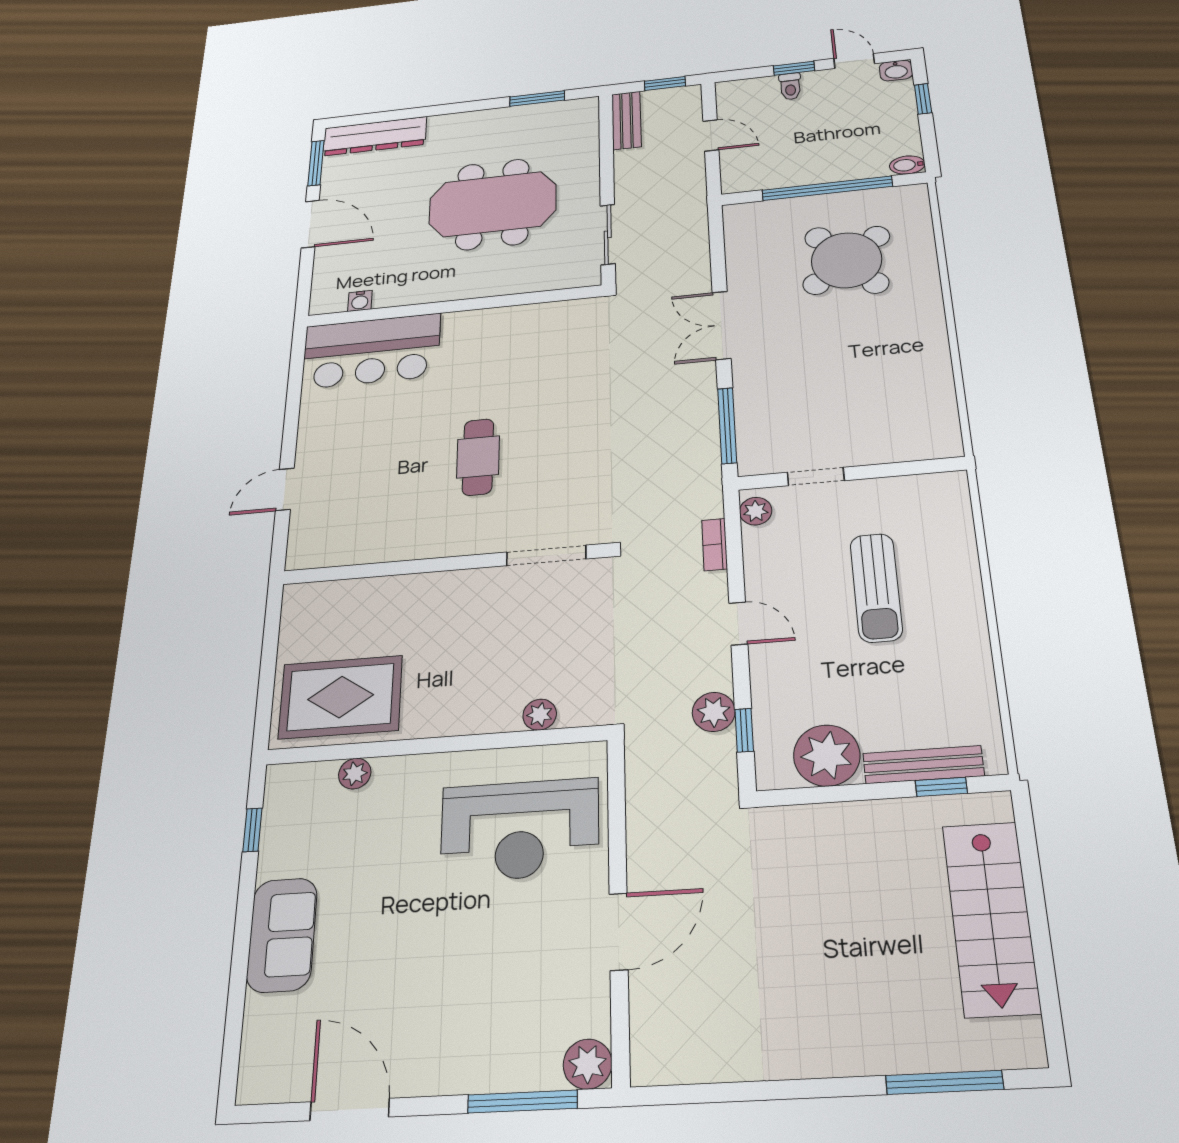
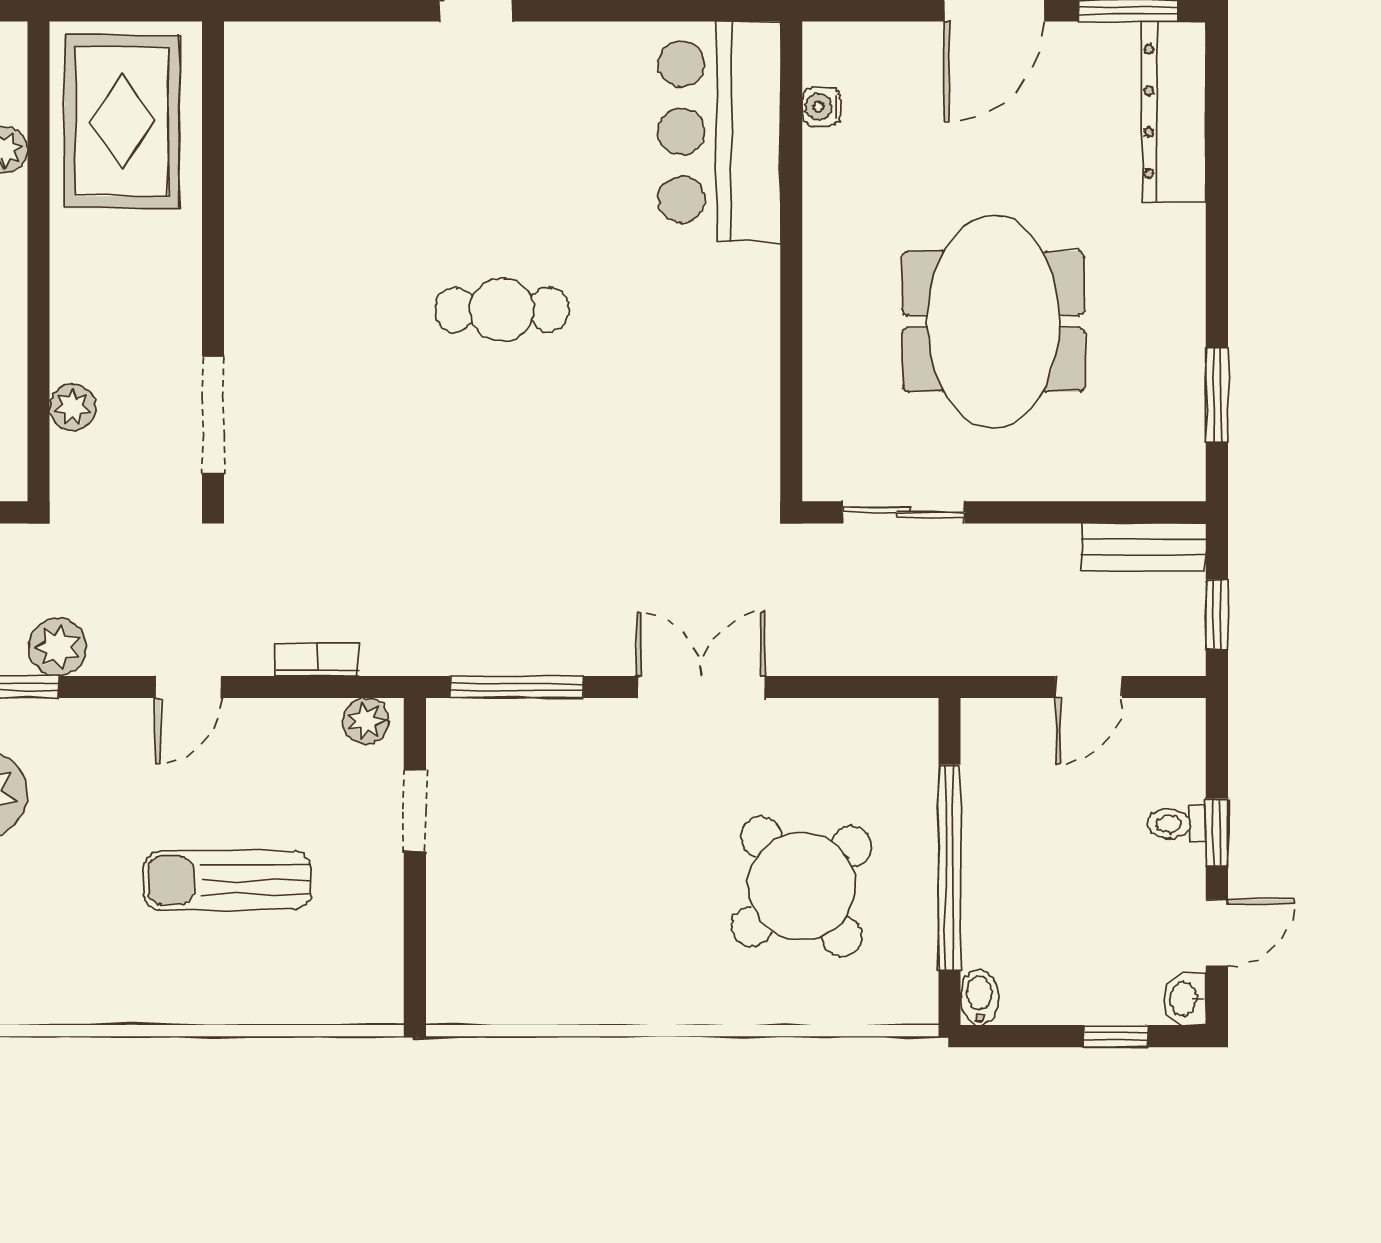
doorway: (546, 555) -> (213, 415), moved
wall: (442, 564) -> (213, 261), moved

